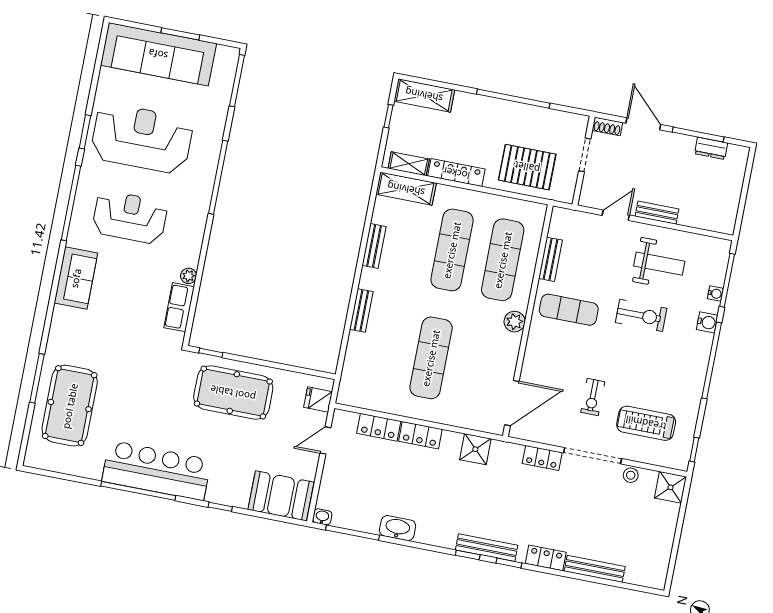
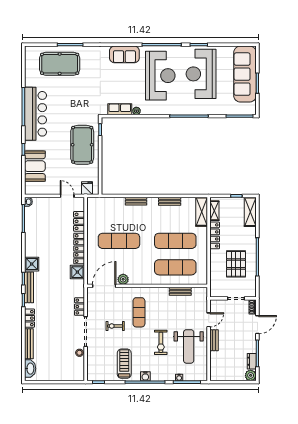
reception desk: (142, 138) -> (201, 74), turned 180
plant: (738, 156) -> (251, 375), added
pallet: (527, 167) -> (236, 264), moved
door: (616, 215) -> (209, 320), hinge flipped
reception desk: (130, 217) -> (160, 76), width x1.36, depth x1.30
weight bench: (659, 264) -> (189, 346), width x1.36, depth x1.33
exercise mat: (569, 310) -> (139, 312), moved
plant: (515, 322) -> (123, 279), moved
water cooler: (707, 322) -> (145, 376), moved
door: (512, 403) -> (104, 286), swing flipped
treadmill: (646, 423) -> (124, 364), moved
locker: (420, 435) -> (79, 249), width x1.53
shower: (670, 487) -> (32, 264), moved
booth: (281, 496) -> (35, 166), moved
washbasin: (398, 528) -> (30, 369), moved

